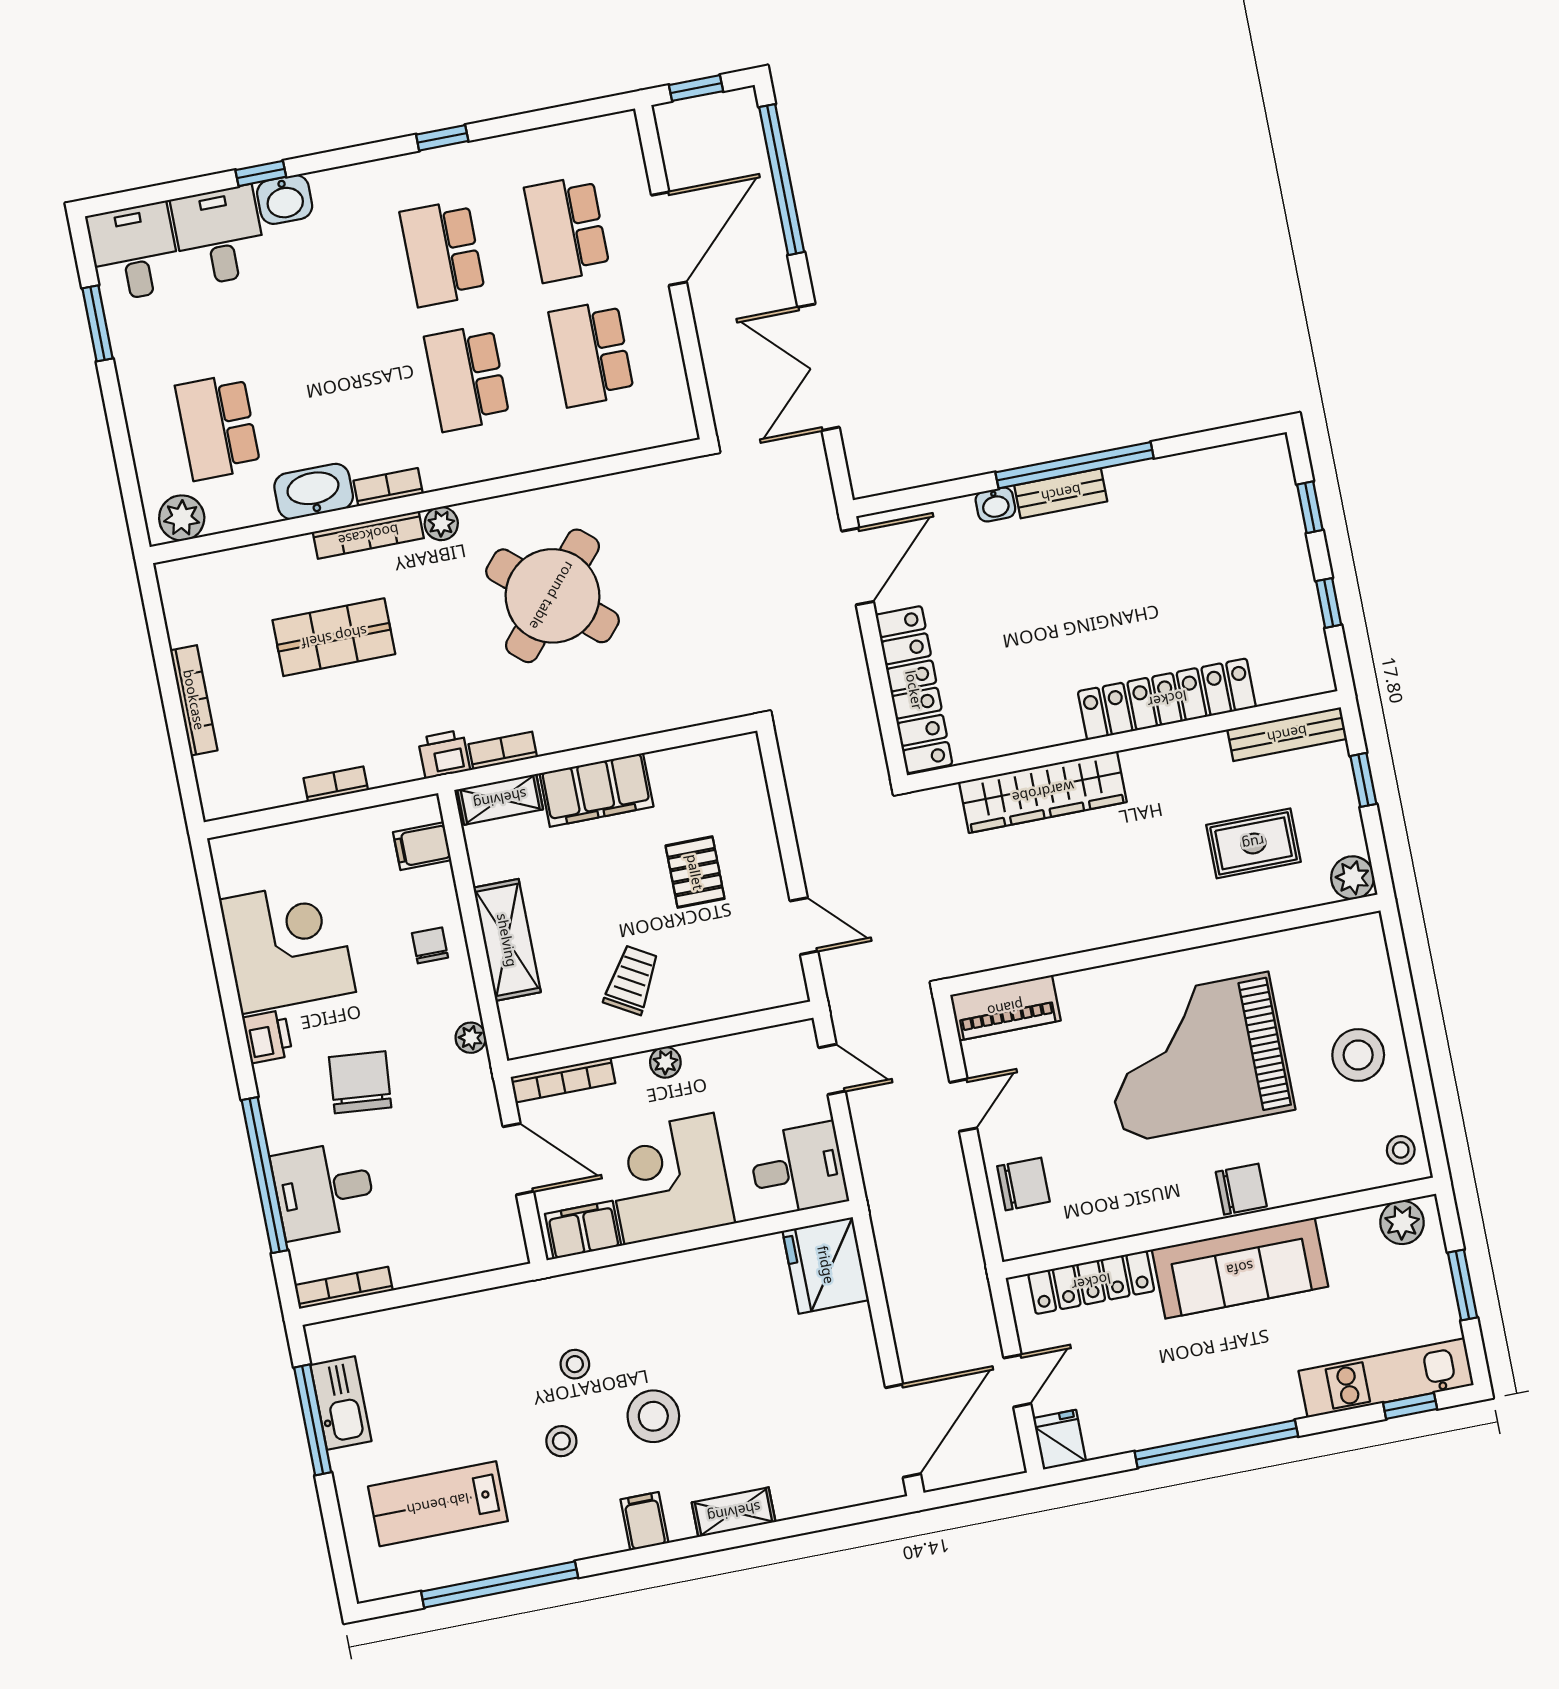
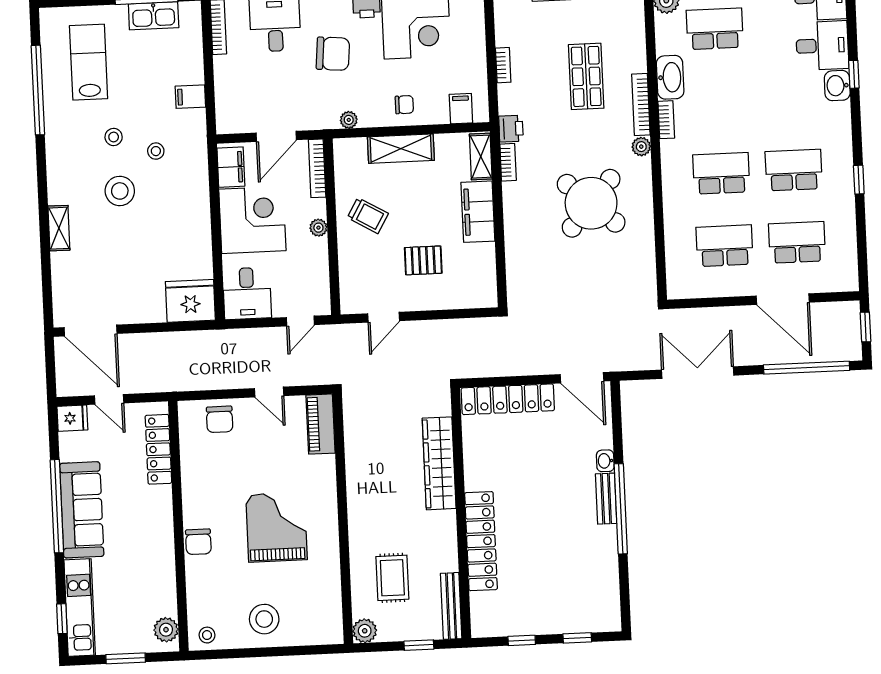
grand piano: (1196, 1057) -> (276, 527), width x0.73, depth x0.68
sofa: (1240, 1268) -> (82, 510), moved, turned 180
filing cabinet: (645, 1521) -> (190, 97), moved, turned 180

